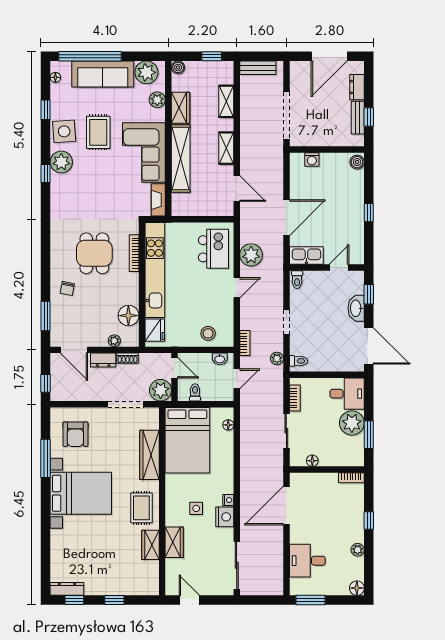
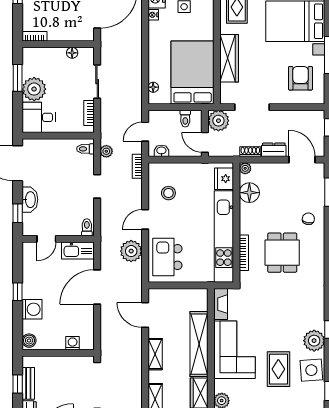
washing machine: (354, 195) -> (32, 309), added
stool: (208, 333) -> (168, 193), moved
plant: (114, 341) -> (245, 168), moved

